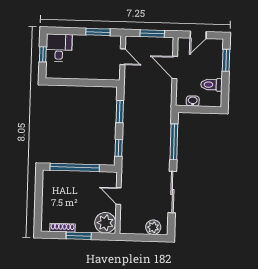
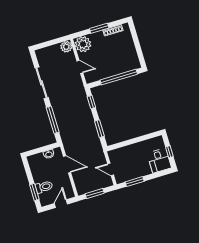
door: (175, 68) -> (67, 164), moved
toilet: (211, 85) -> (44, 187), moved
plant: (153, 227) -> (66, 47), moved

